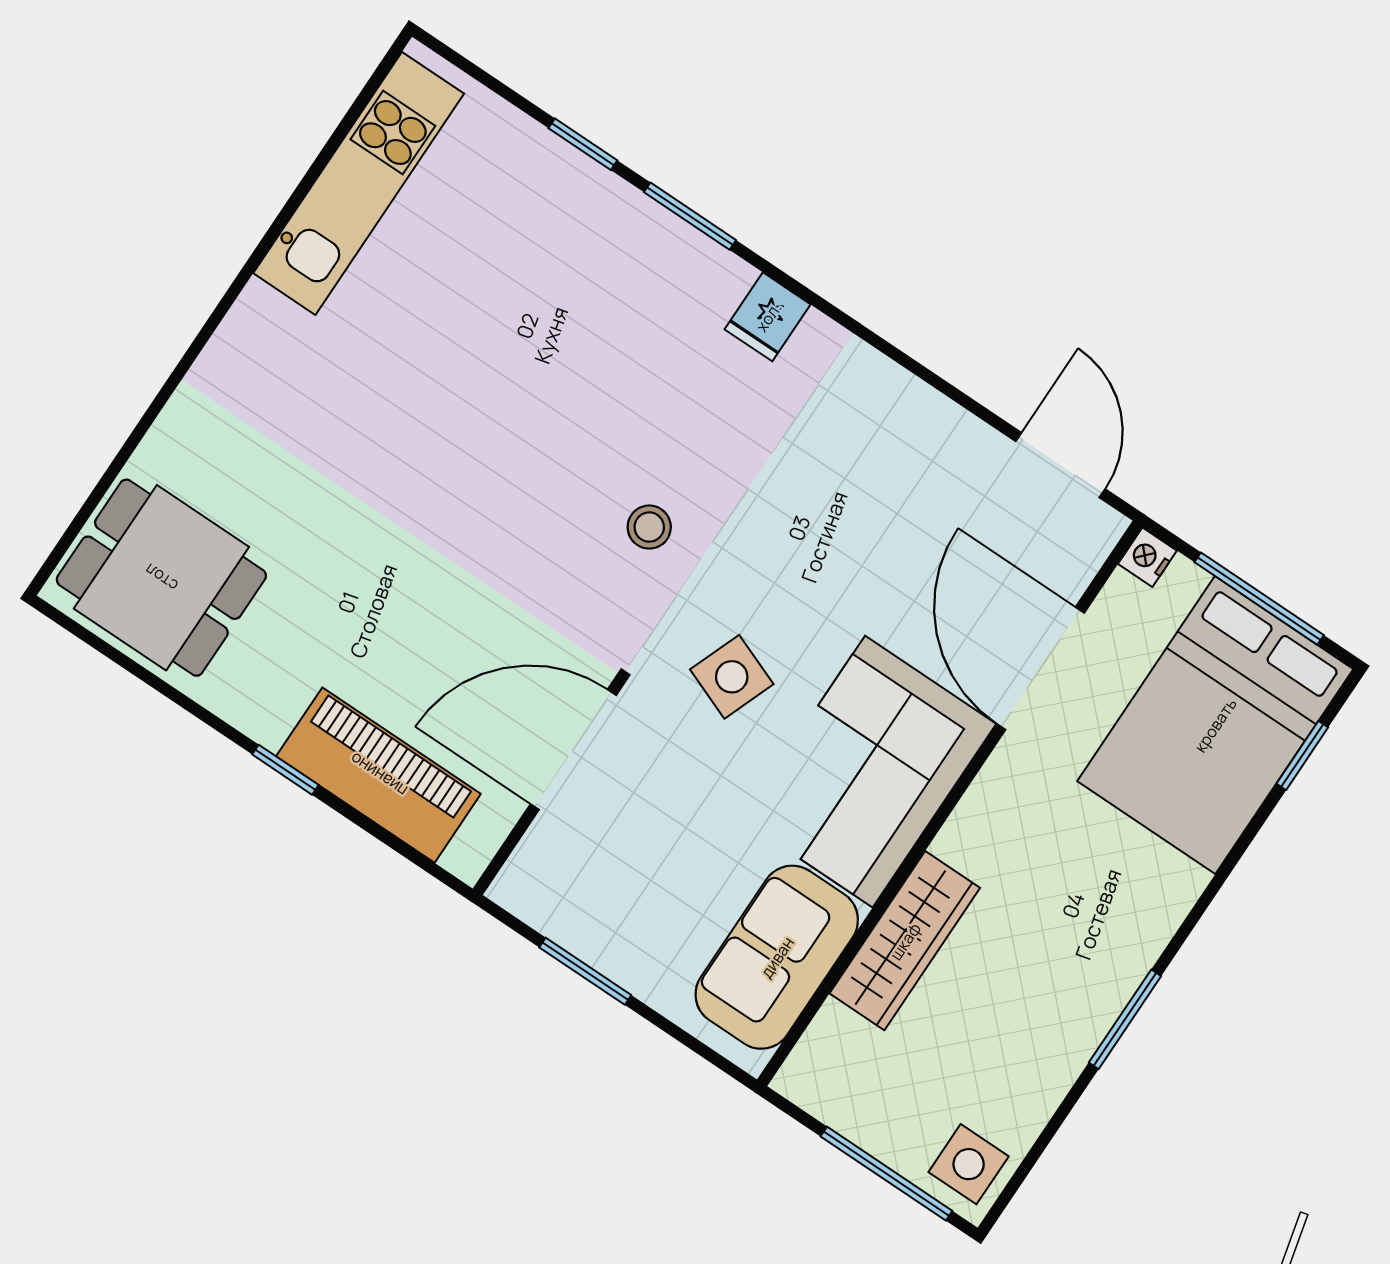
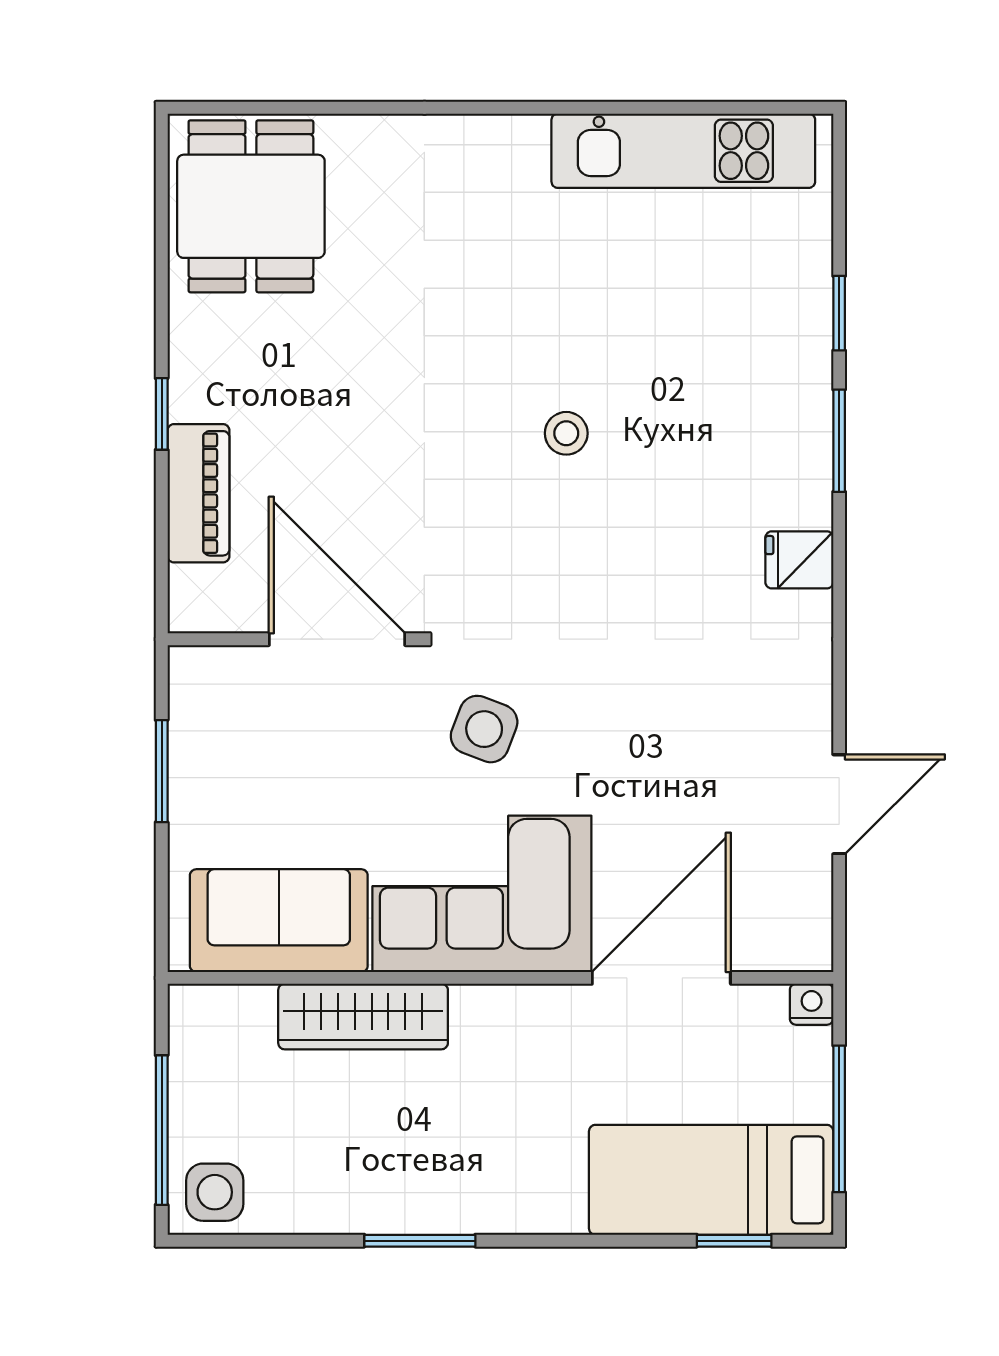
door: (1060, 465) -> (839, 804), moved
stool: (649, 527) -> (566, 433), moved
bed: (1215, 725) -> (711, 1180), width x0.67
piano: (378, 775) -> (198, 493), width x0.73, depth x0.75

